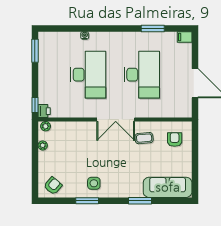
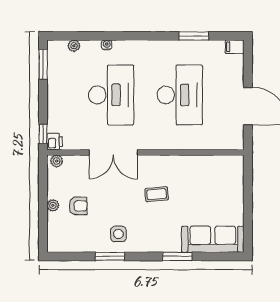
plant: (59, 36) -> (74, 46), added
double door: (116, 120) -> (113, 152), moved
coffee table: (144, 138) -> (157, 194), moved
armchair: (175, 140) -> (222, 178), removed
plant: (43, 145) -> (53, 205), moved
armchair: (53, 186) -> (78, 206), moved, turned 49

